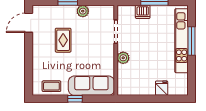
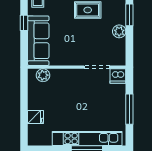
dishwasher: (143, 12) -> (118, 76), moved, turned -90
plant: (123, 58) -> (43, 75), moved

